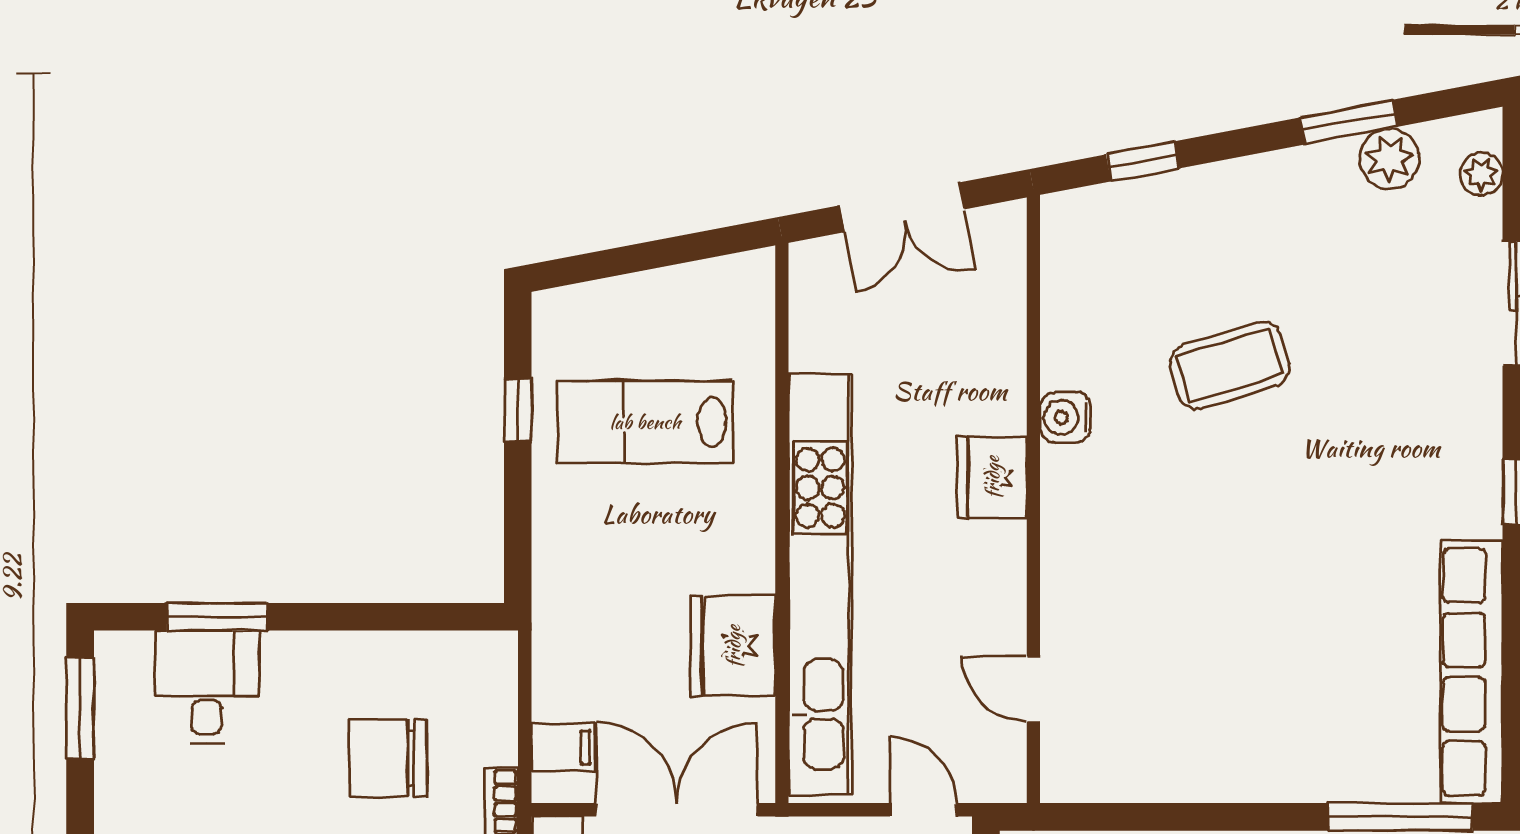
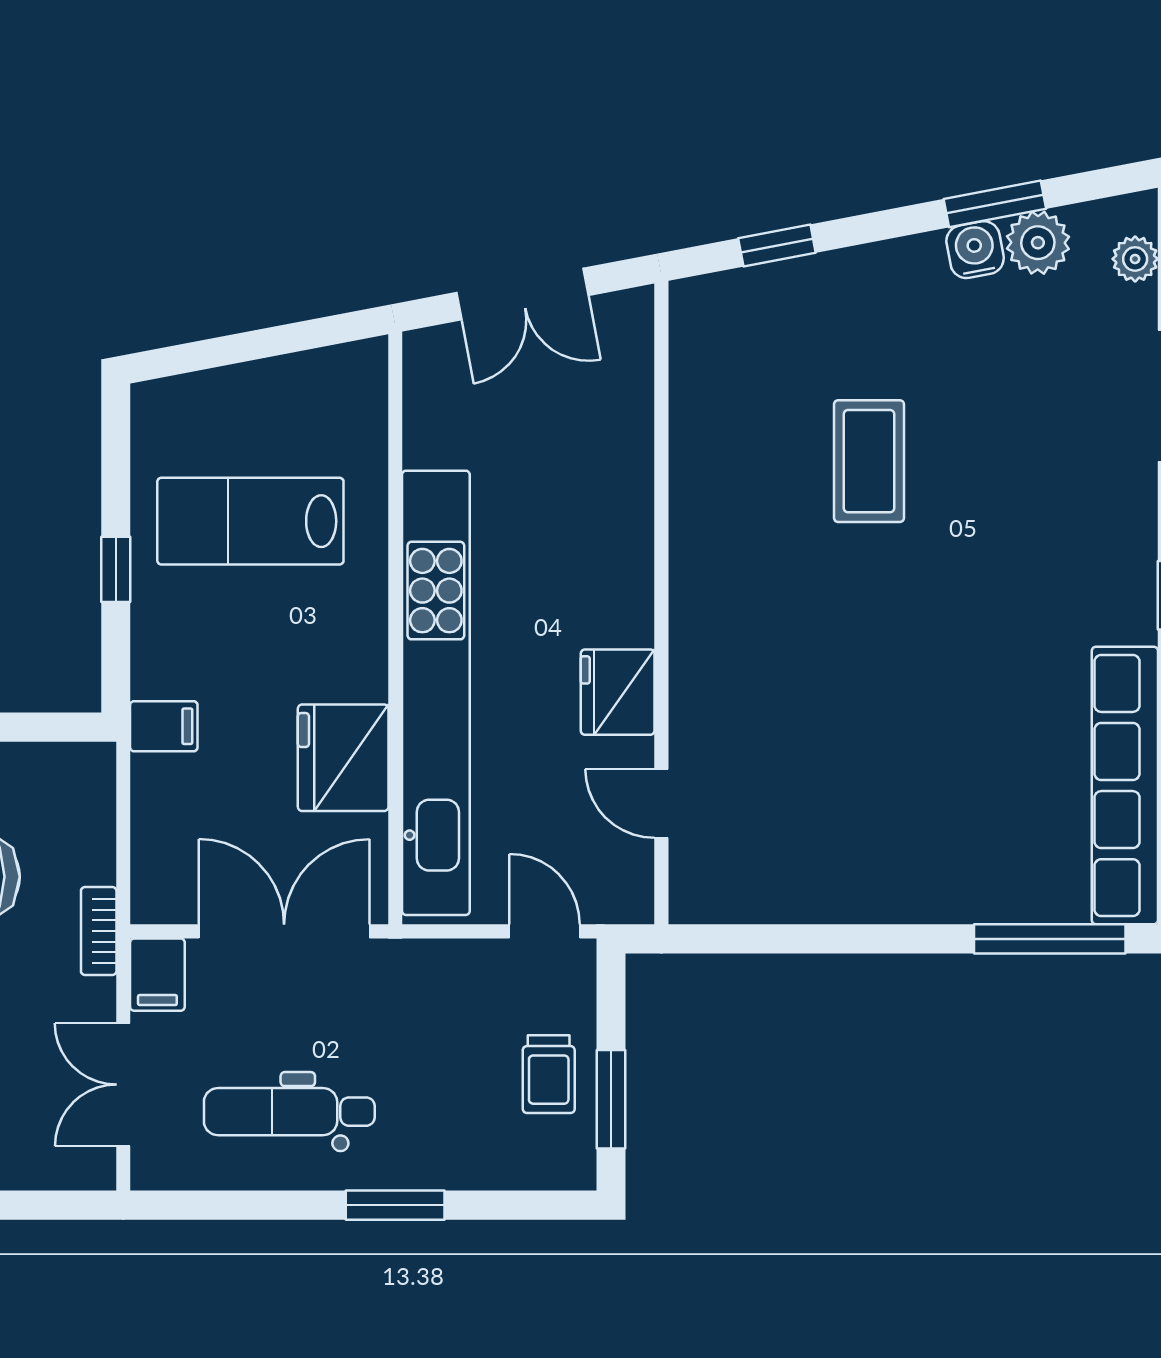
coffee table: (1230, 365) -> (869, 461), turned -73
window: (518, 411) -> (116, 569), moved
water cooler: (1065, 417) -> (975, 250), moved, turned 79
fridge: (992, 477) -> (618, 692), moved
filing cabinet: (563, 747) -> (164, 726), moved

